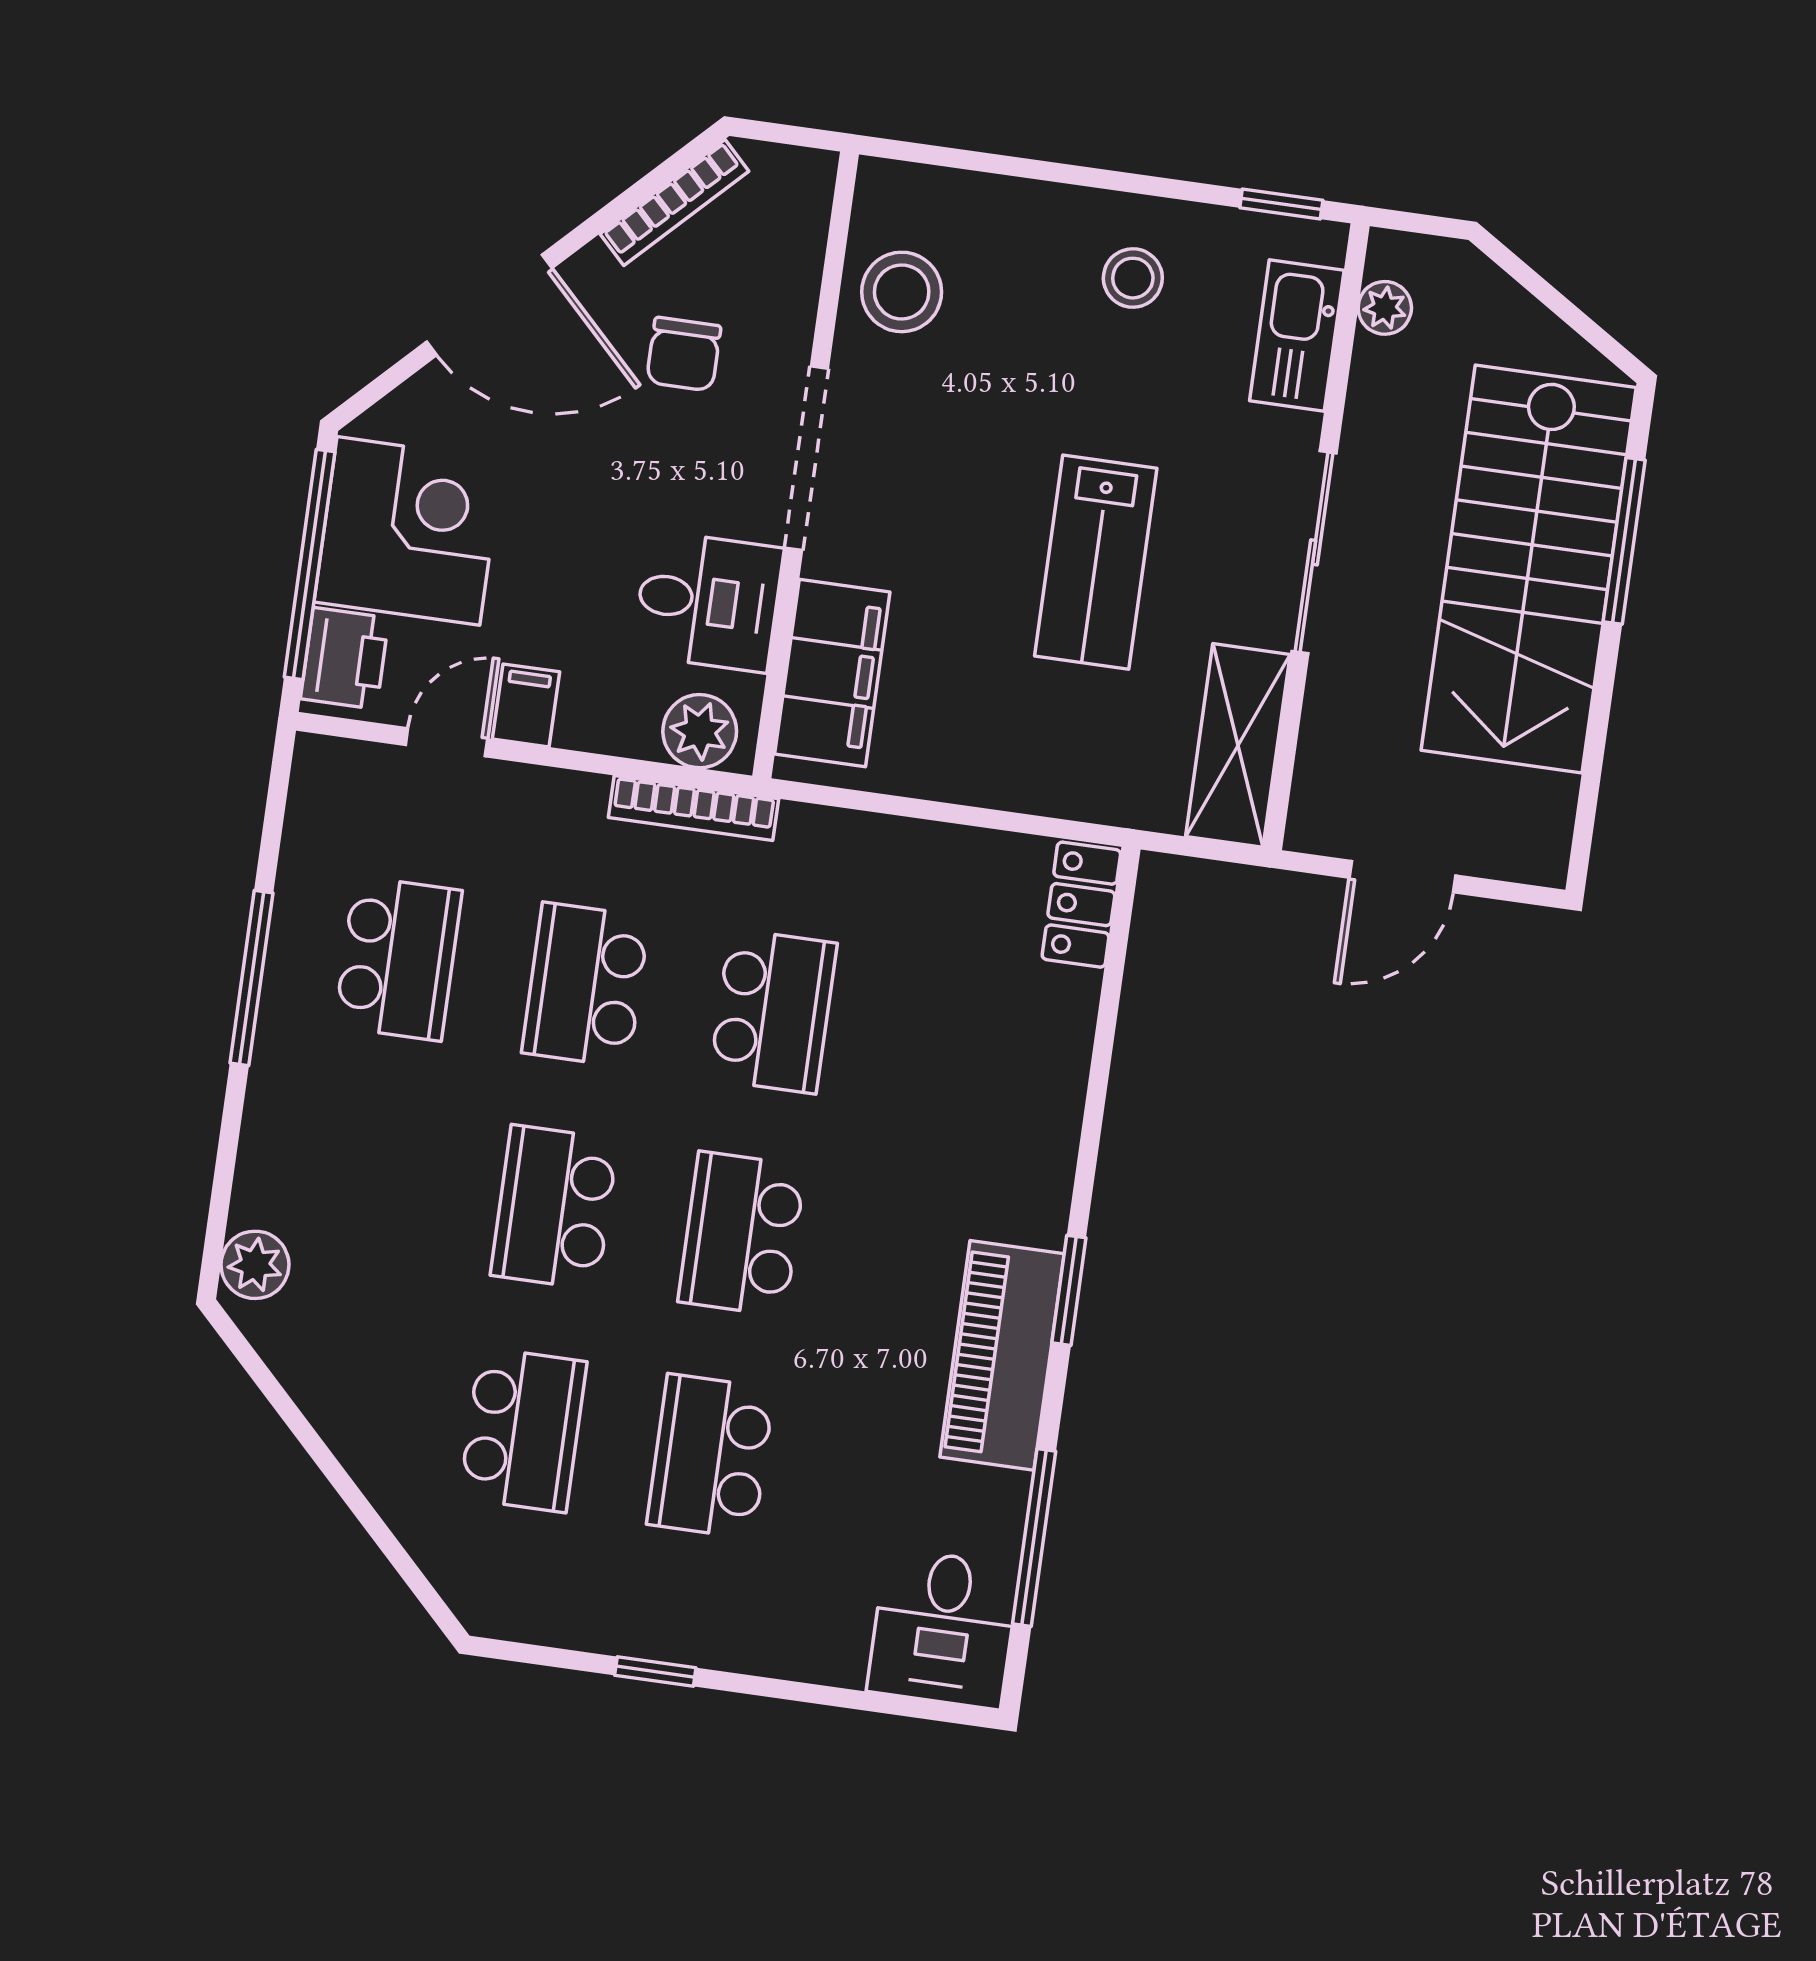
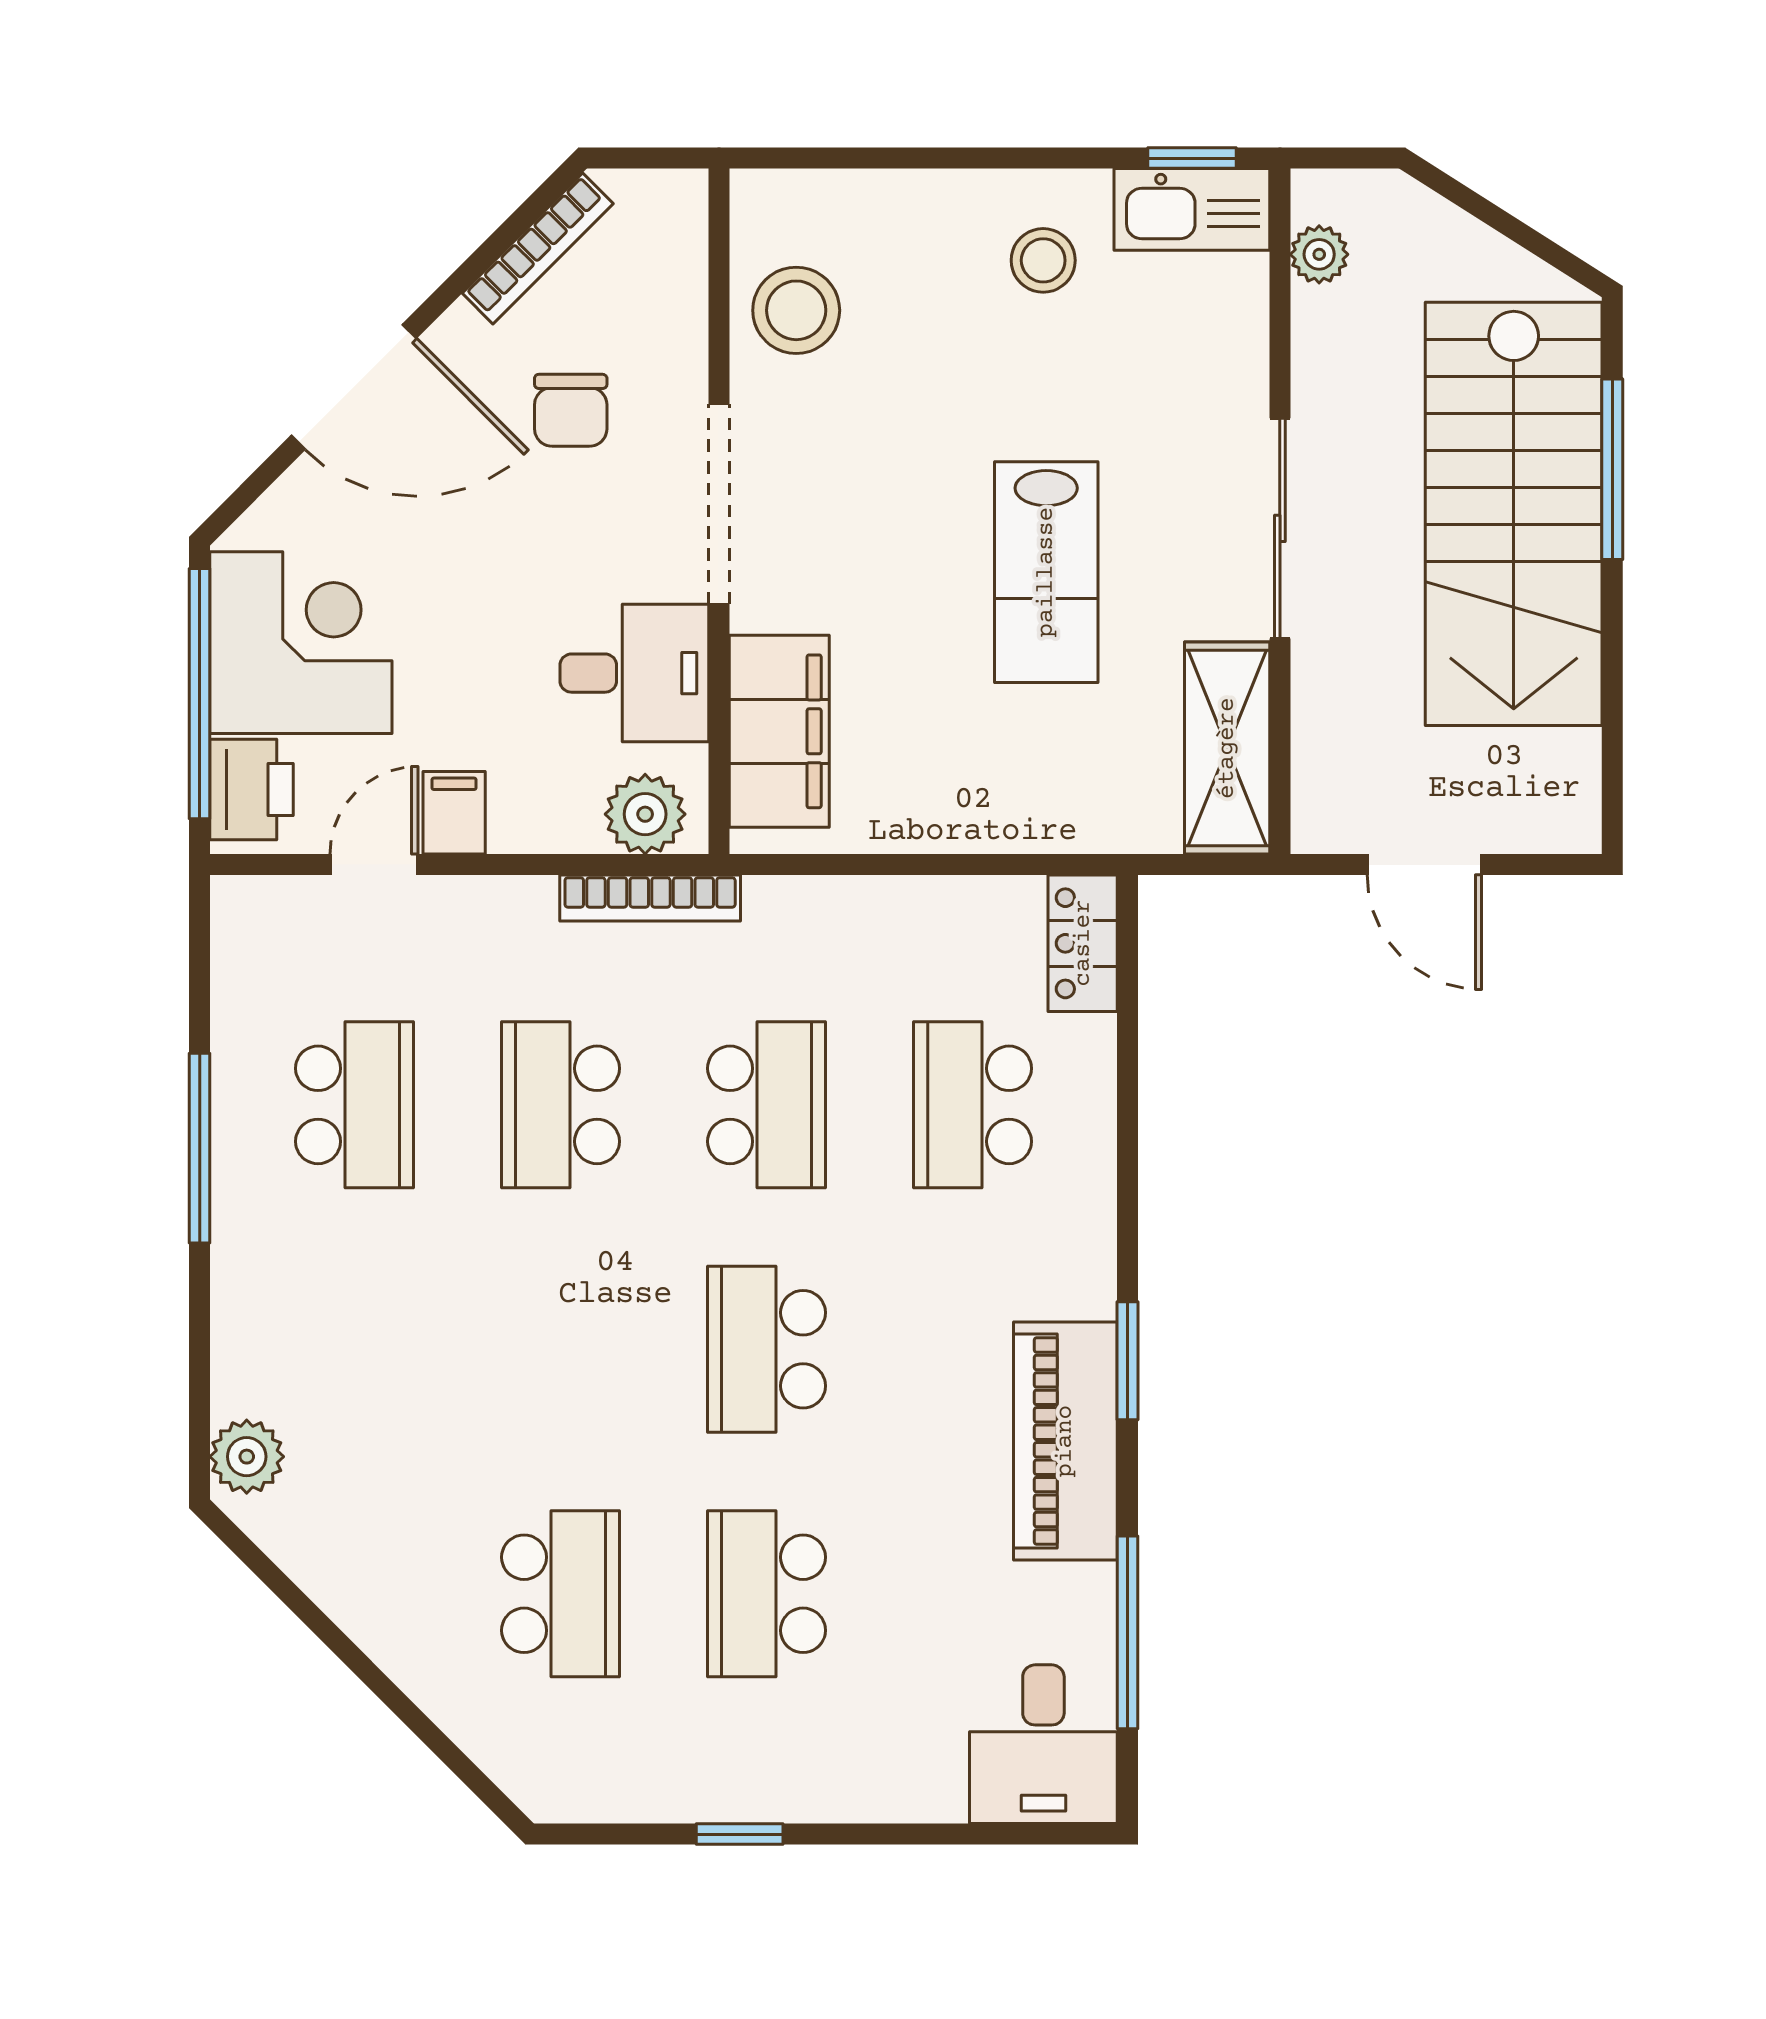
kitchen sink: (1297, 336) -> (1192, 209), moved, turned -90
door: (1402, 877) -> (1424, 865), hinge flipped
school desk: (554, 1207) -> (973, 1105), moved

